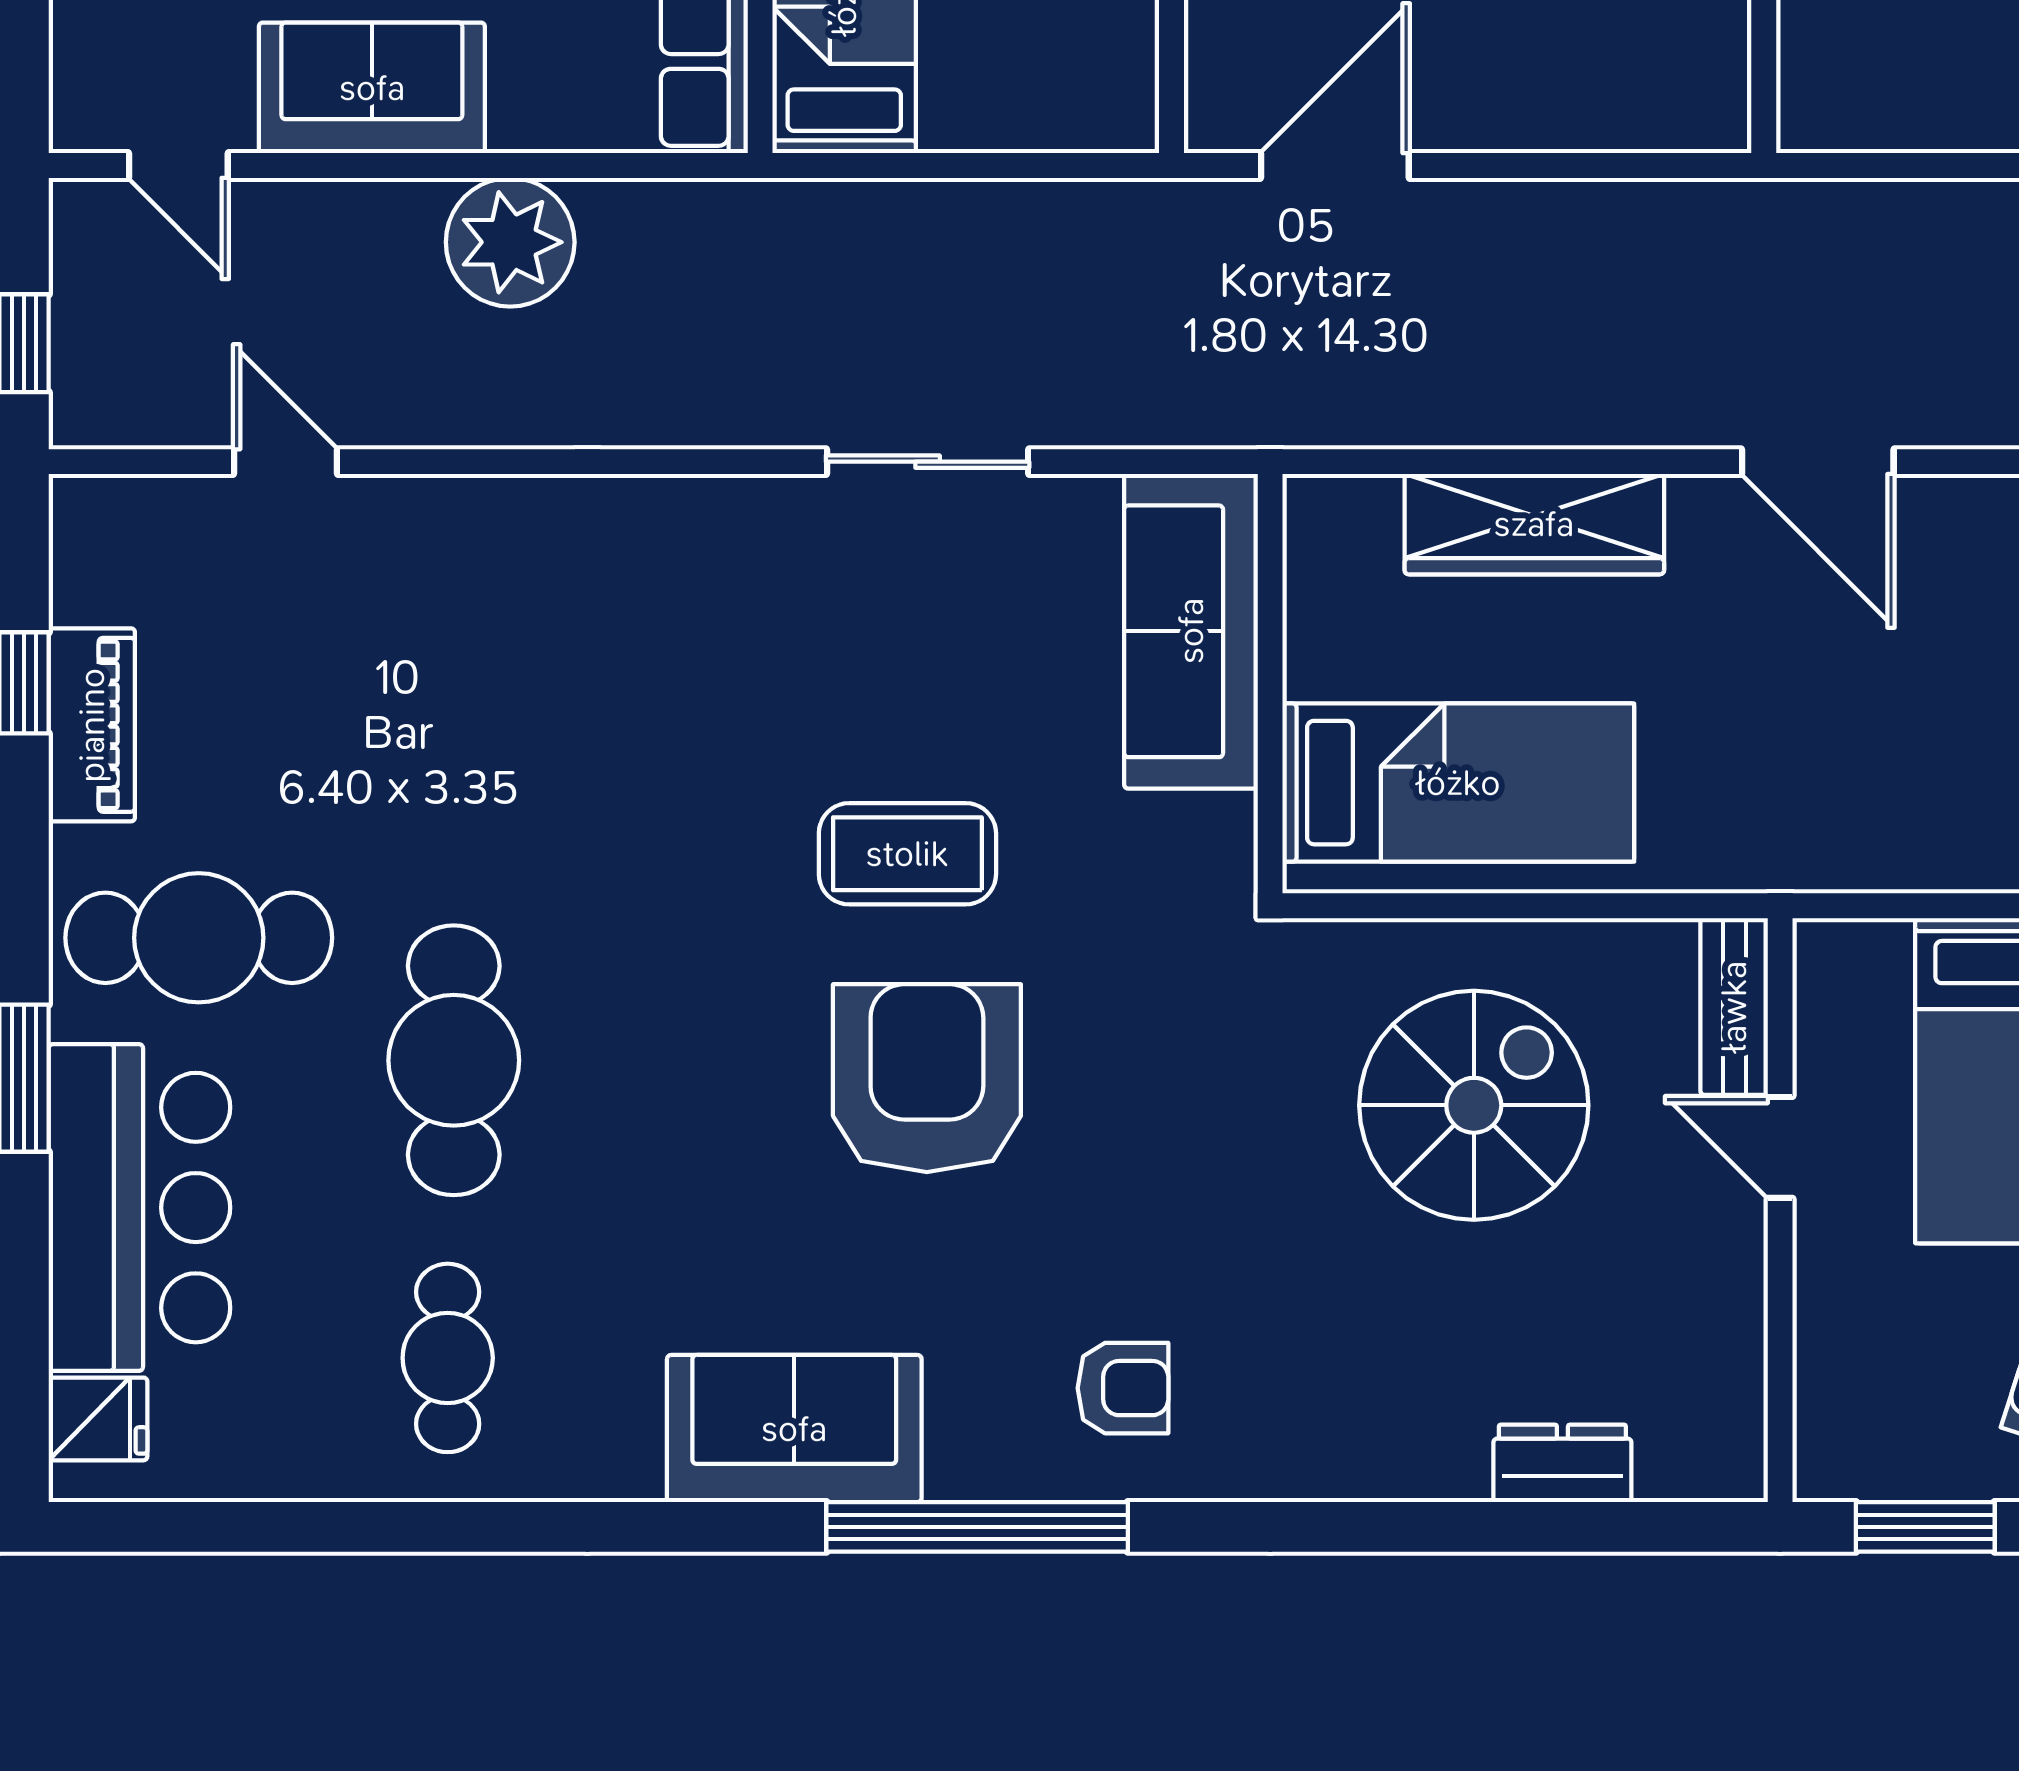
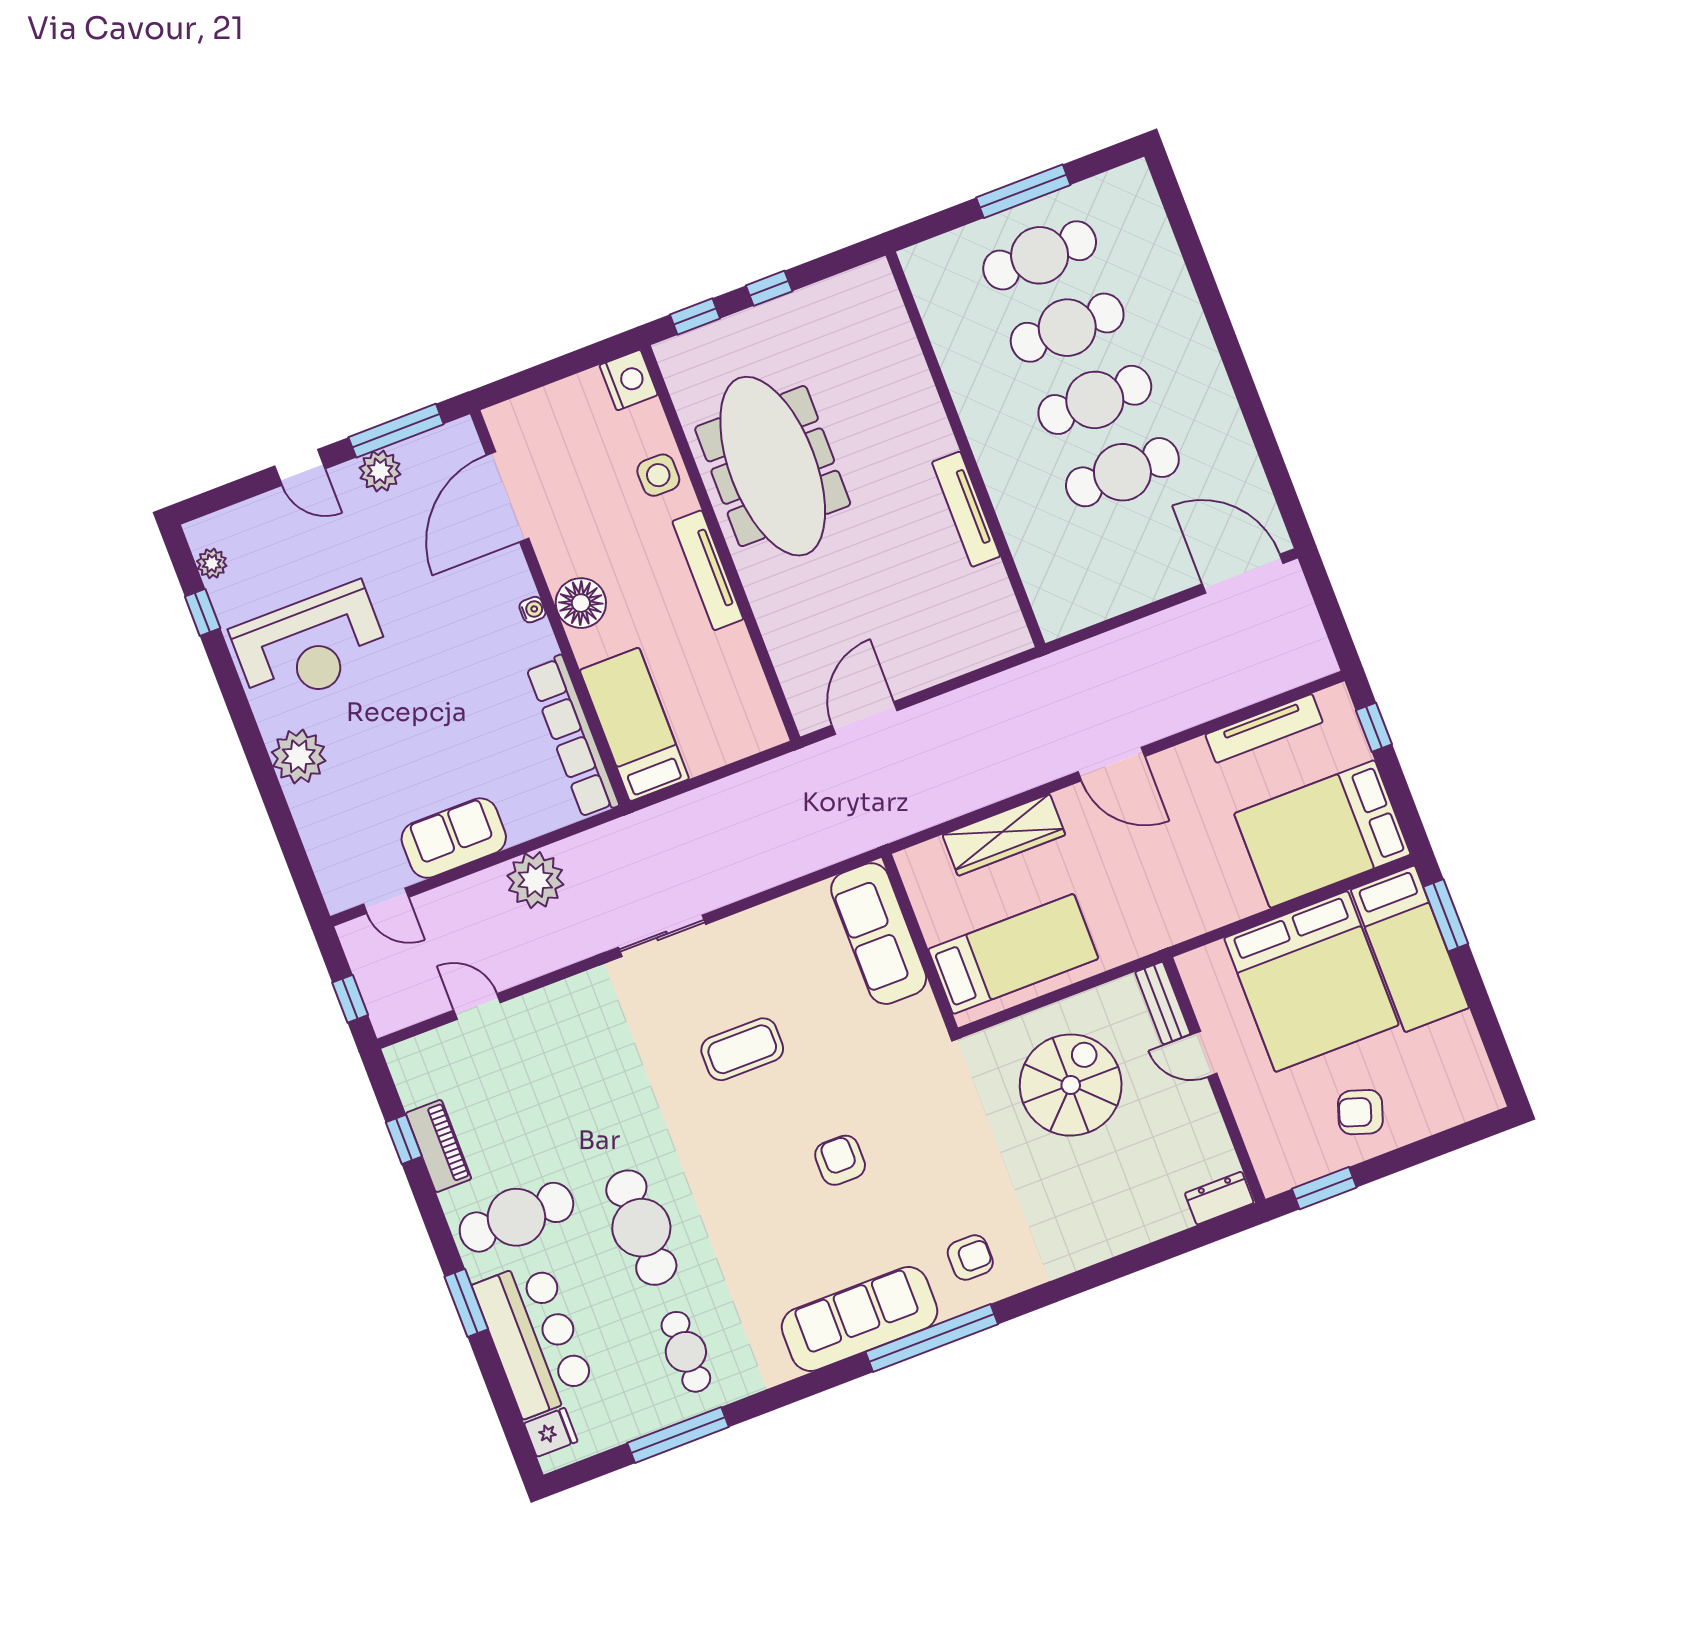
sliding door: (928, 462) -> (662, 936), moved
coffee table: (907, 854) -> (742, 1049), moved
armchair: (927, 1078) -> (840, 1160), width x0.53, depth x0.53
sofa: (794, 1429) -> (860, 1319), width x1.36
dresser: (1562, 1463) -> (1219, 1198), moved
window: (364, 1527) -> (678, 1435), added

